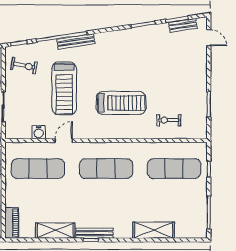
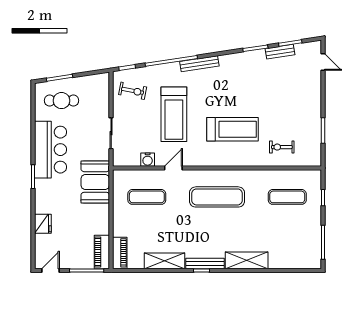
bench: (183, 25) -> (280, 52), moved
bench: (76, 41) -> (199, 64), moved
exercise mat: (38, 169) -> (147, 197), width x0.73, depth x0.69
exercise mat: (174, 169) -> (287, 197), width x0.73, depth x0.69
shelving: (153, 230) -> (247, 260), moved

